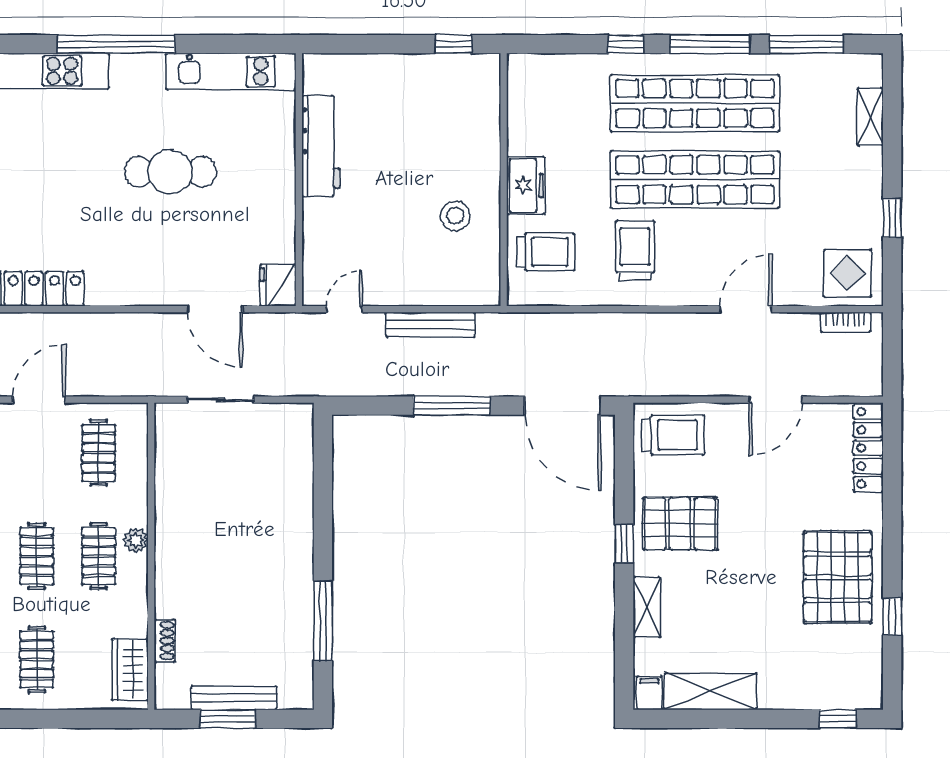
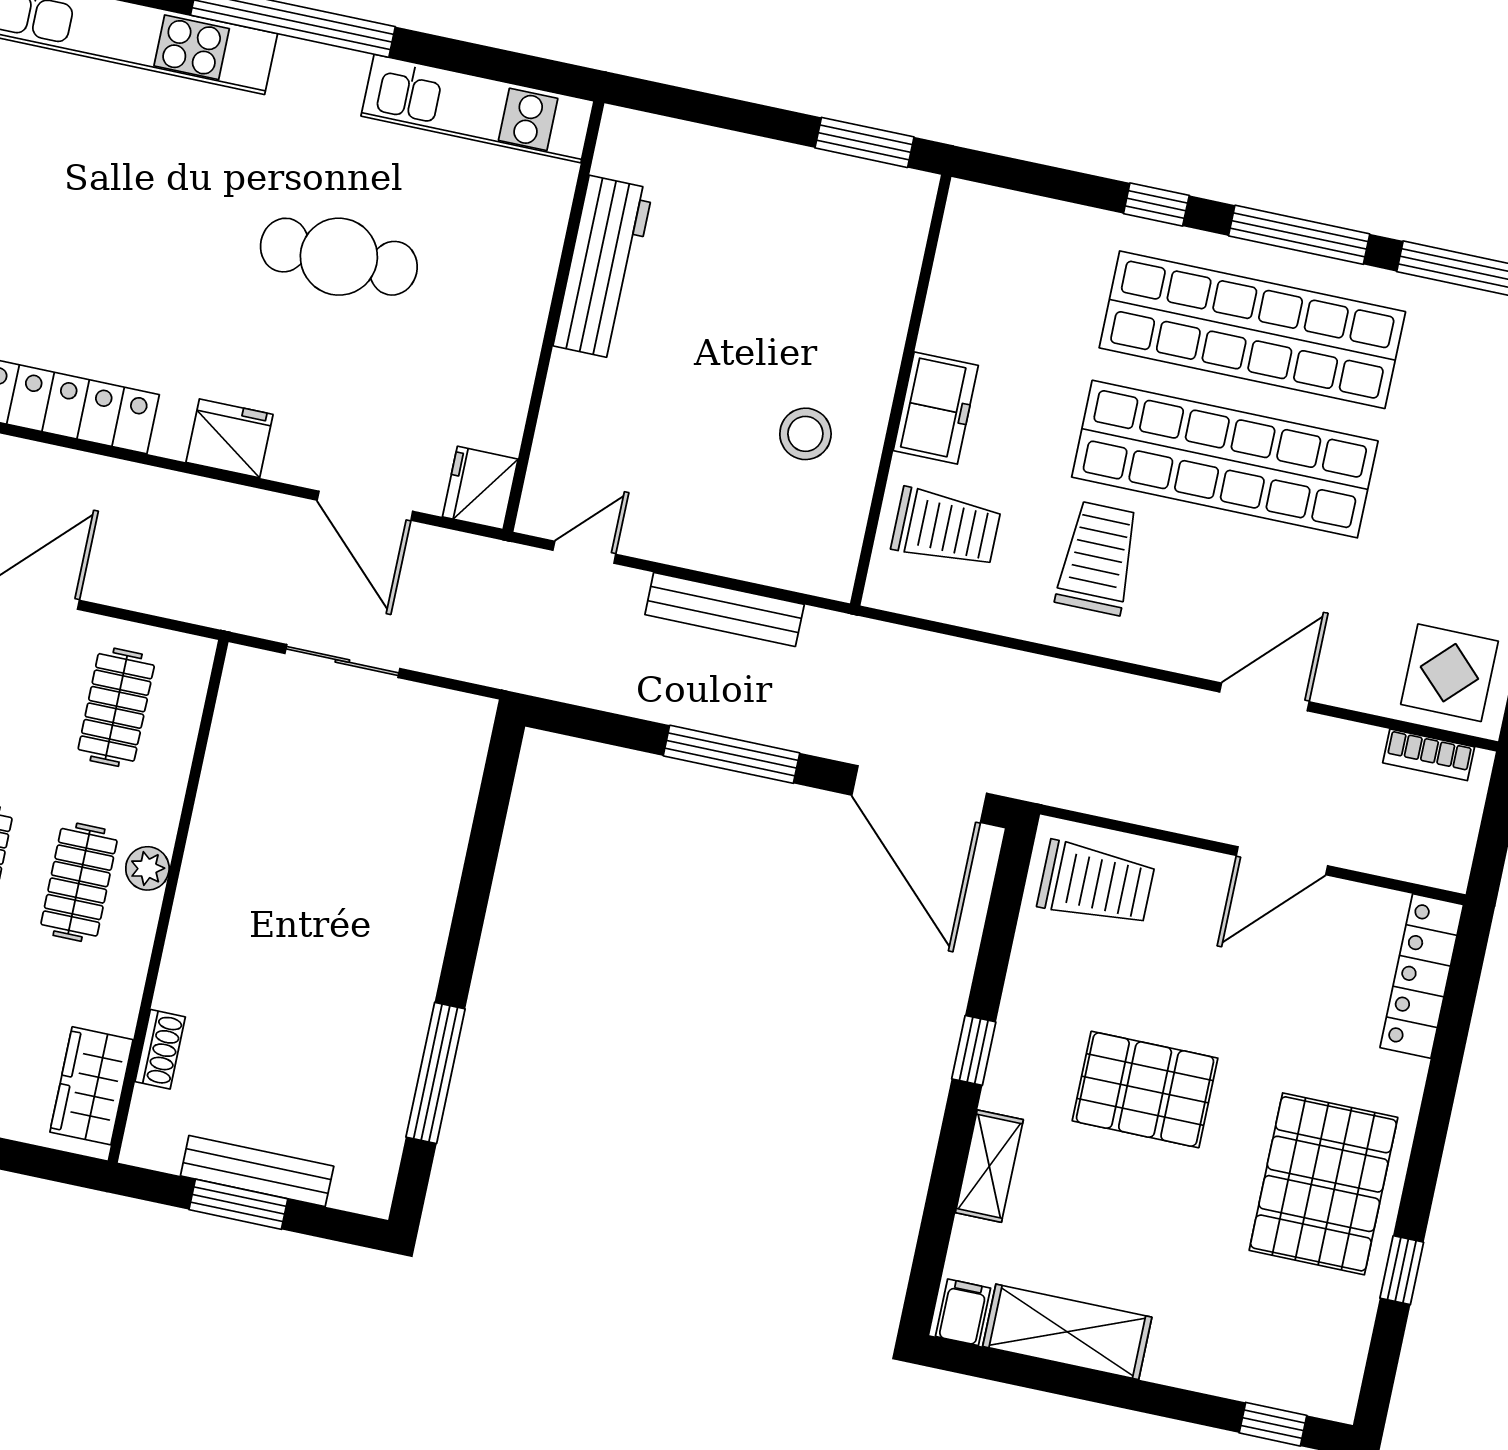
window: (453, 44) -> (864, 142), width x1.50
fridge: (130, 287) -> (229, 438), added
pallet: (680, 524) -> (1145, 1090), moved

